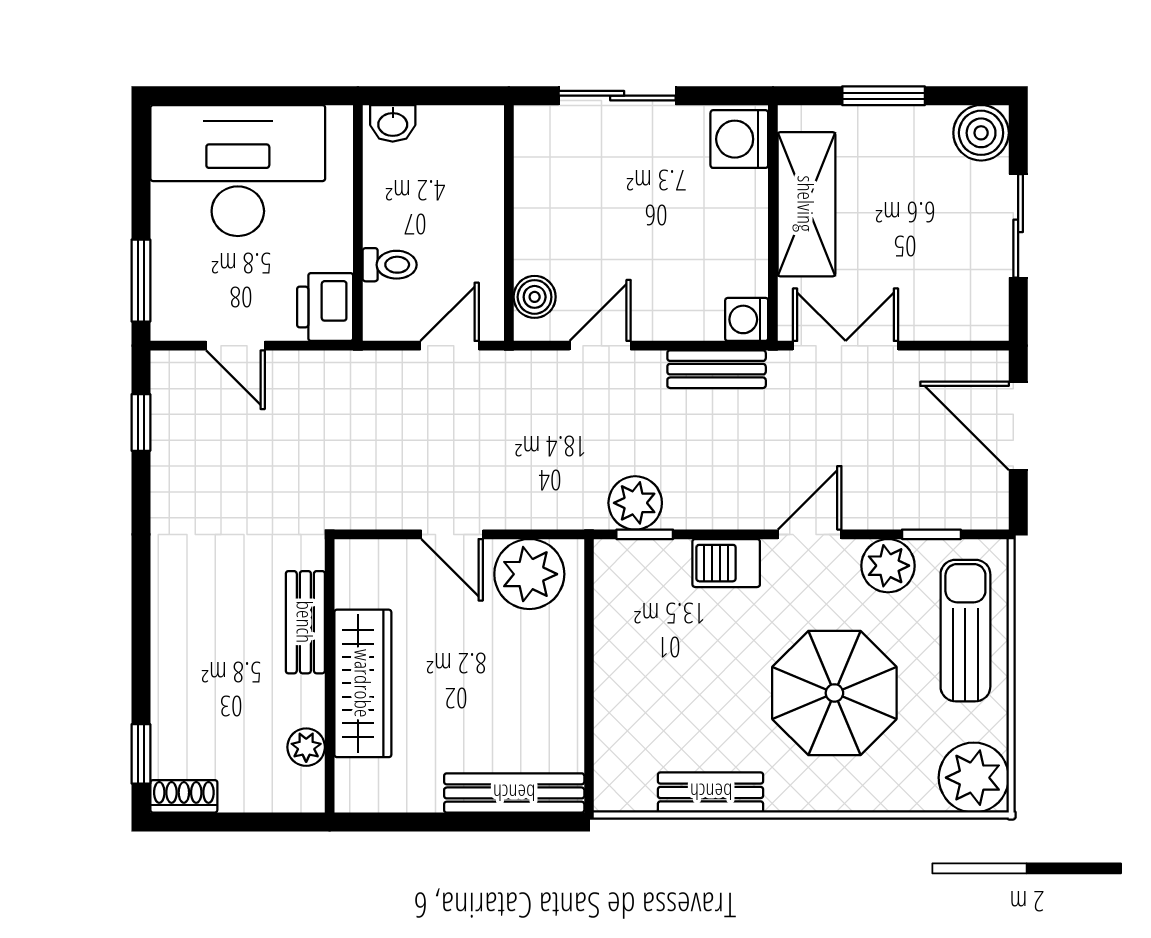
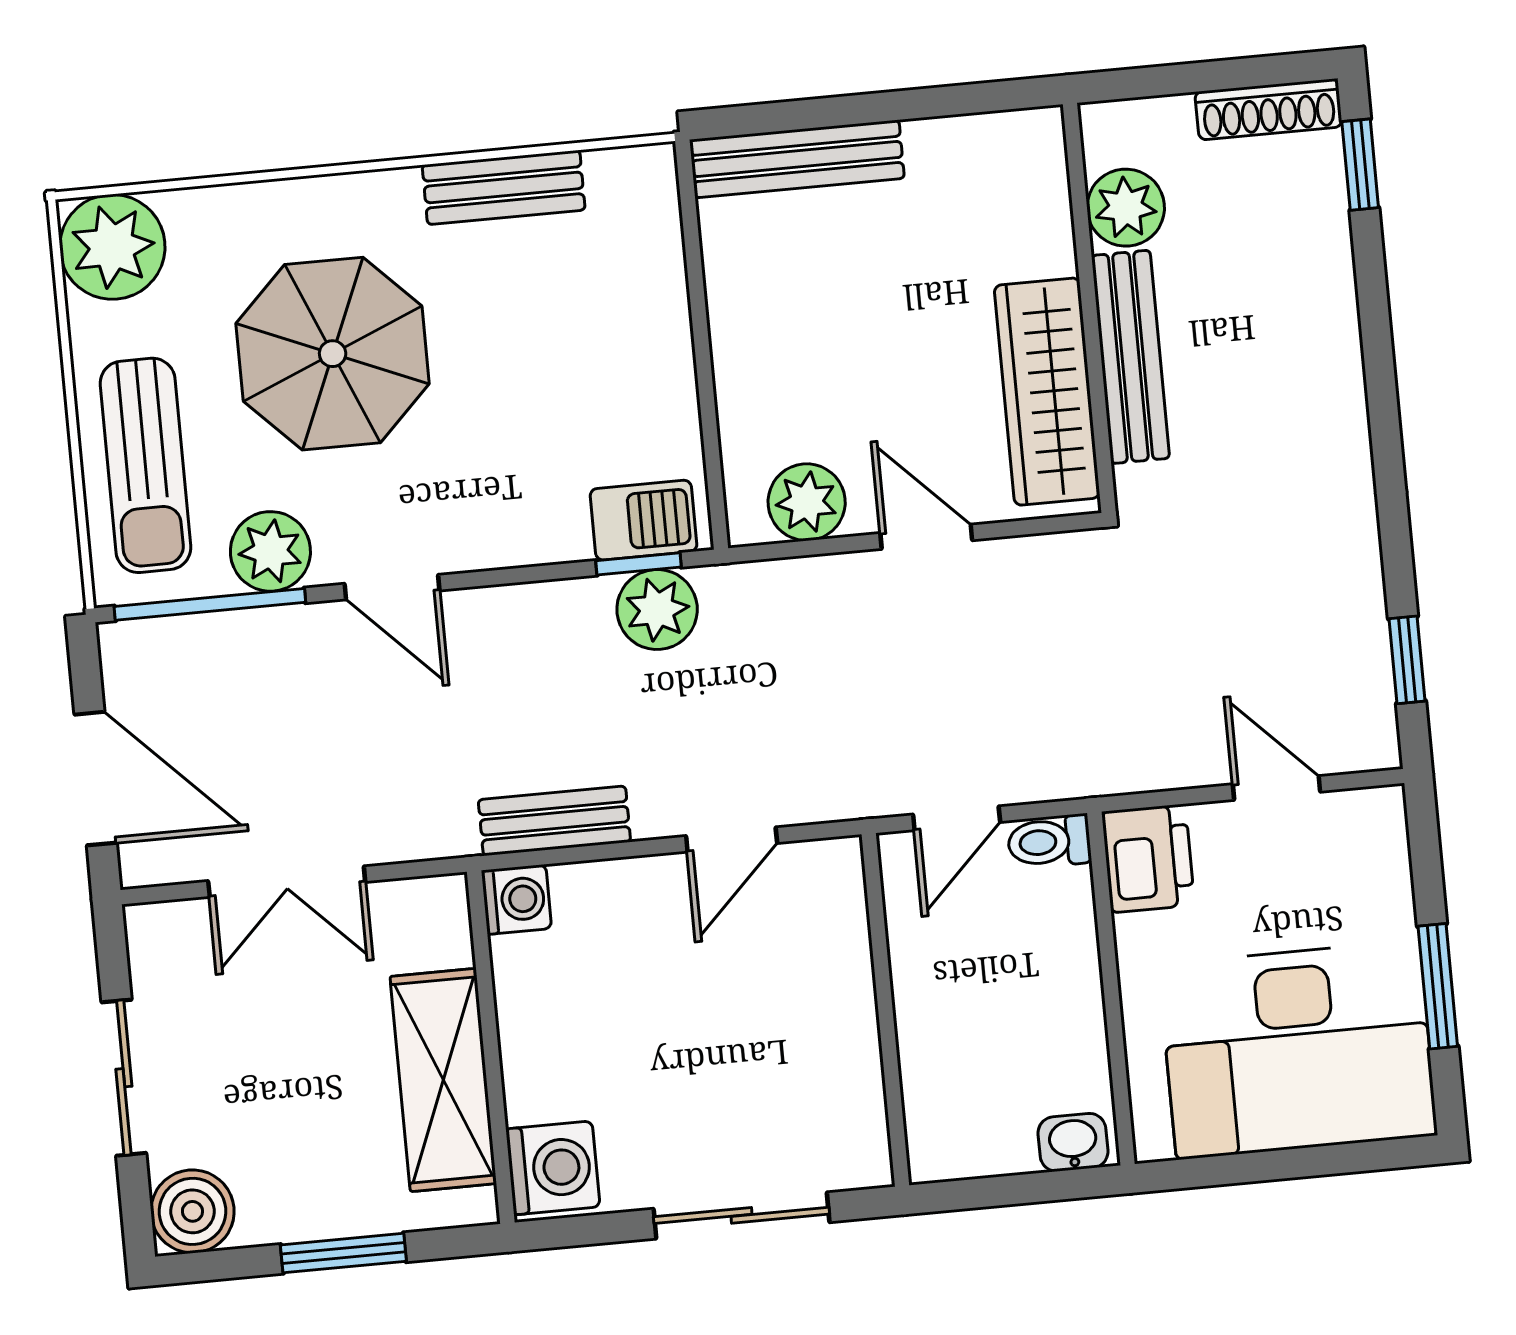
toilet: (390, 265) -> (1049, 842), moved
window: (141, 281) -> (1438, 986), moved
boiler: (535, 297) -> (837, 903), removed
double door: (846, 346) -> (287, 882), moved
door: (810, 534) -> (392, 587), hinge flipped
window: (931, 534) -> (210, 604), width x2.17
barbecue: (726, 563) -> (644, 520), moved
plant: (529, 574) -> (807, 502), width x0.73, depth x0.73
bench: (305, 622) -> (1130, 357), width x1.36
wardrobe: (363, 683) -> (1047, 392), moved
plant: (306, 747) -> (1126, 208), width x1.38, depth x1.38
shoe rack: (184, 796) -> (1269, 109), width x1.43

